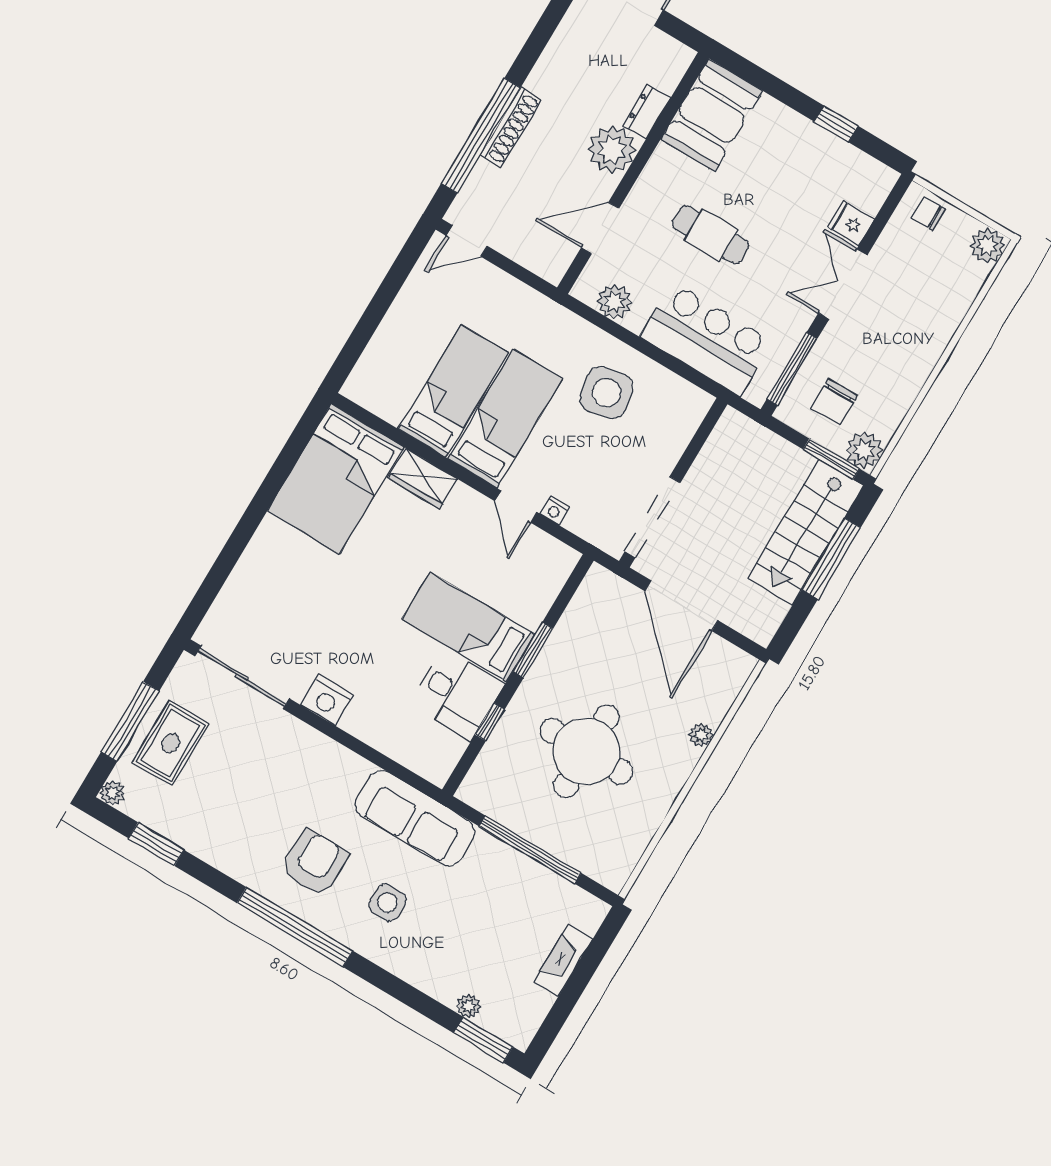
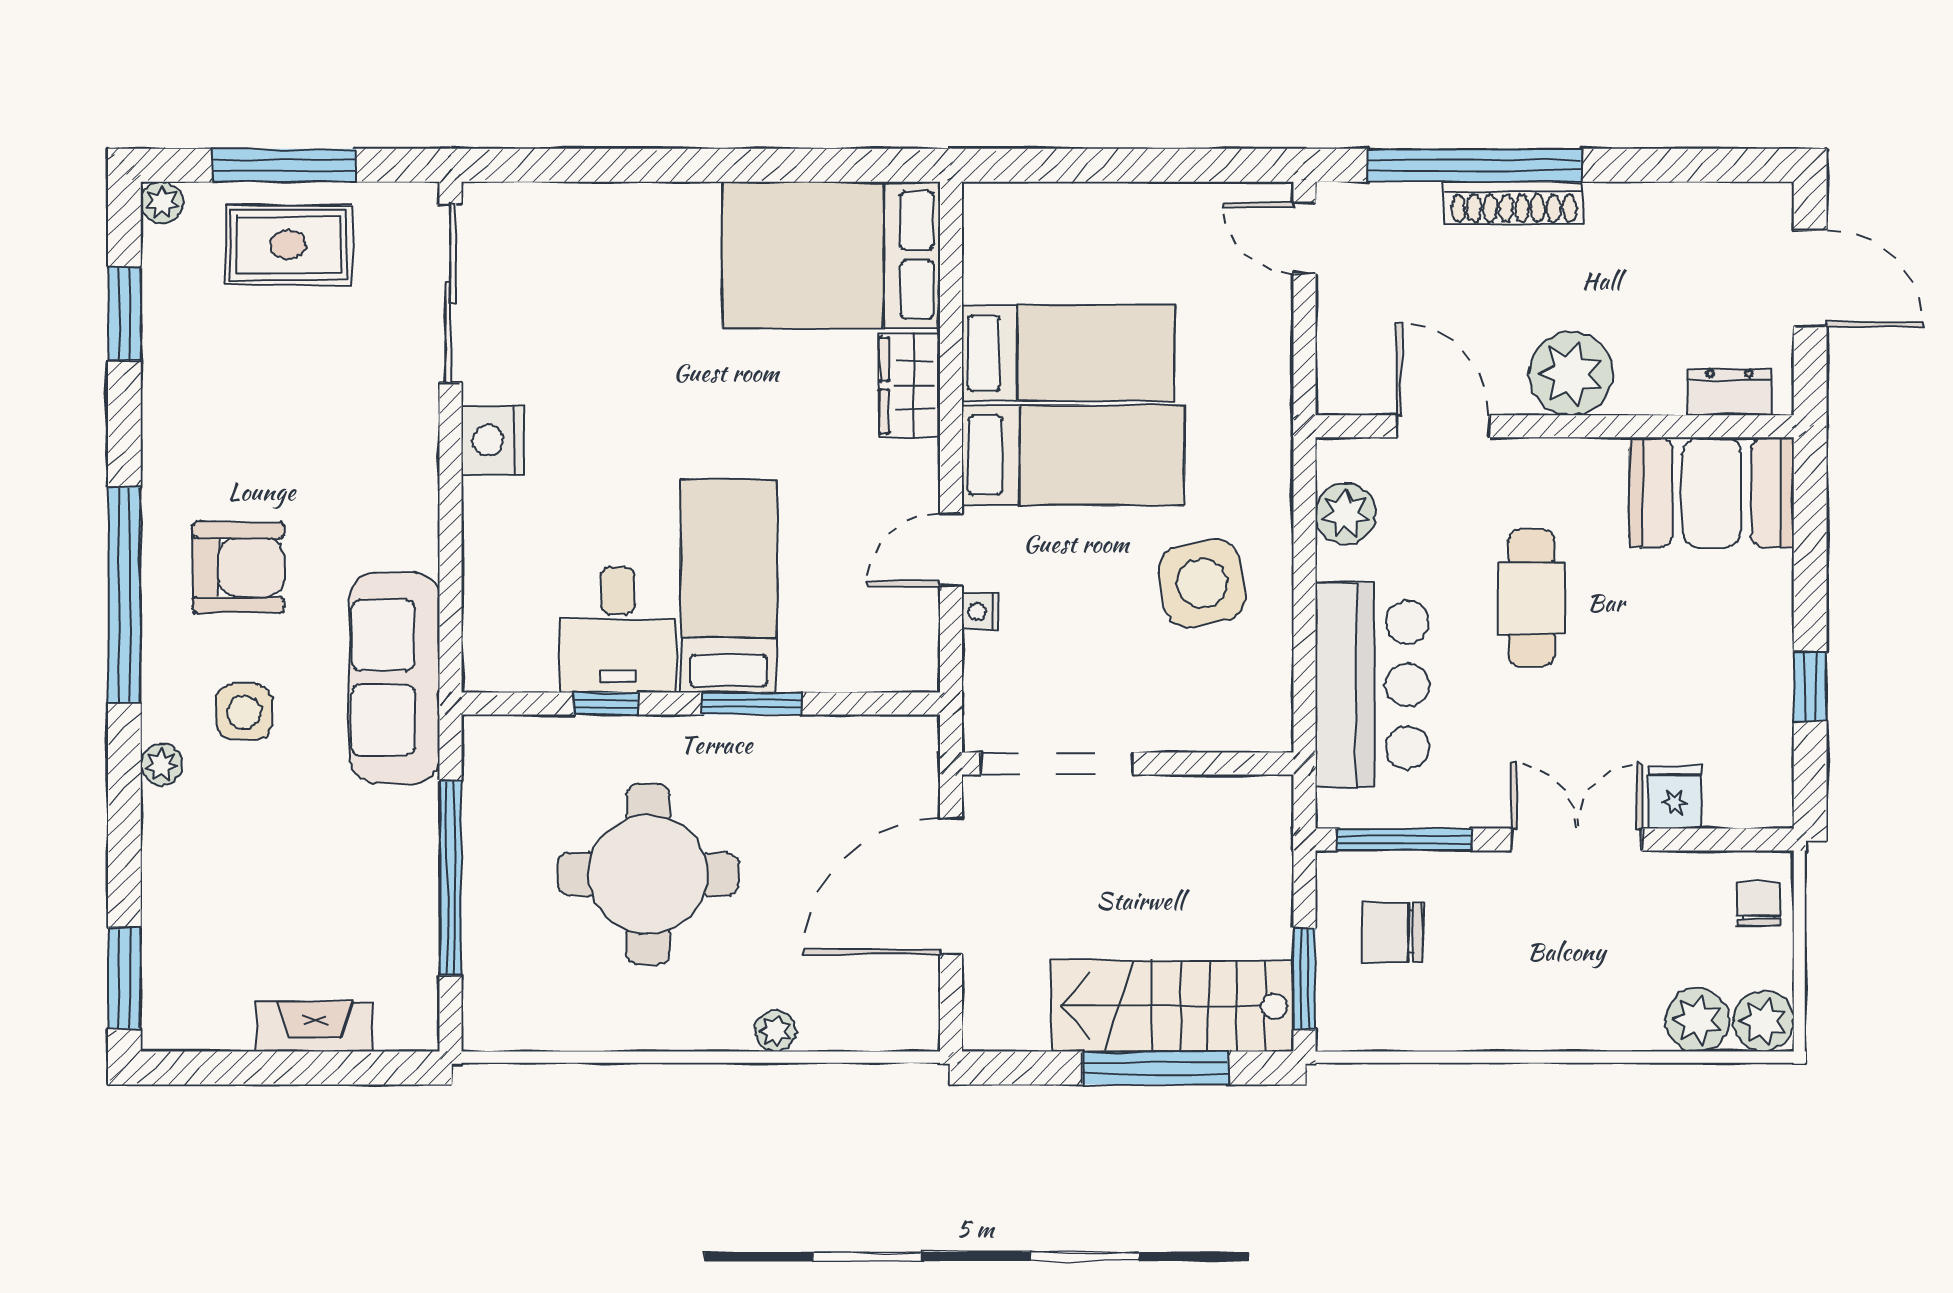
dresser: (647, 112) -> (1729, 392), moved
plant: (864, 450) -> (1697, 1020), moved
plant: (469, 1006) -> (162, 764), moved

